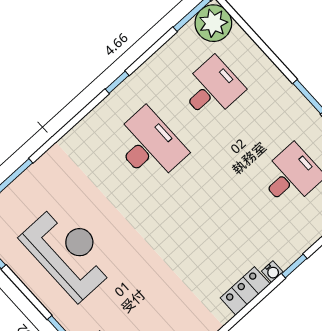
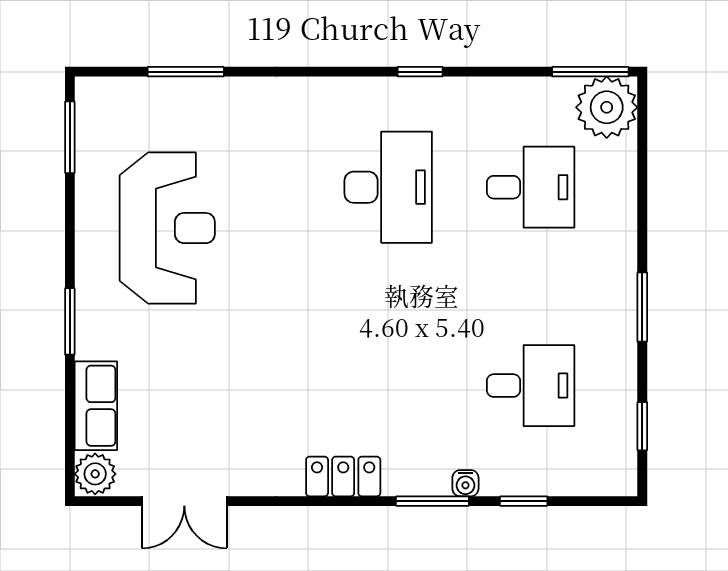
window: (294, 266) -> (432, 501), width x1.50
water cooler: (272, 272) -> (465, 483), moved

